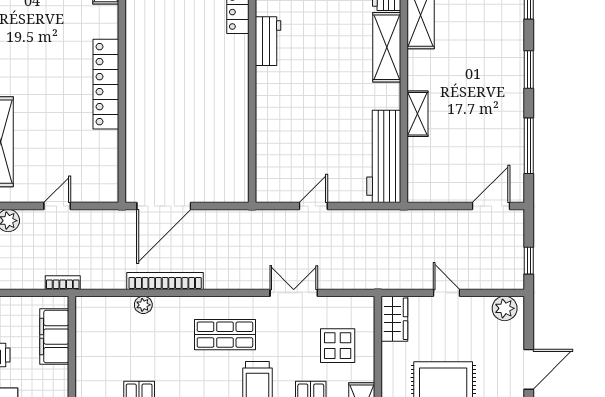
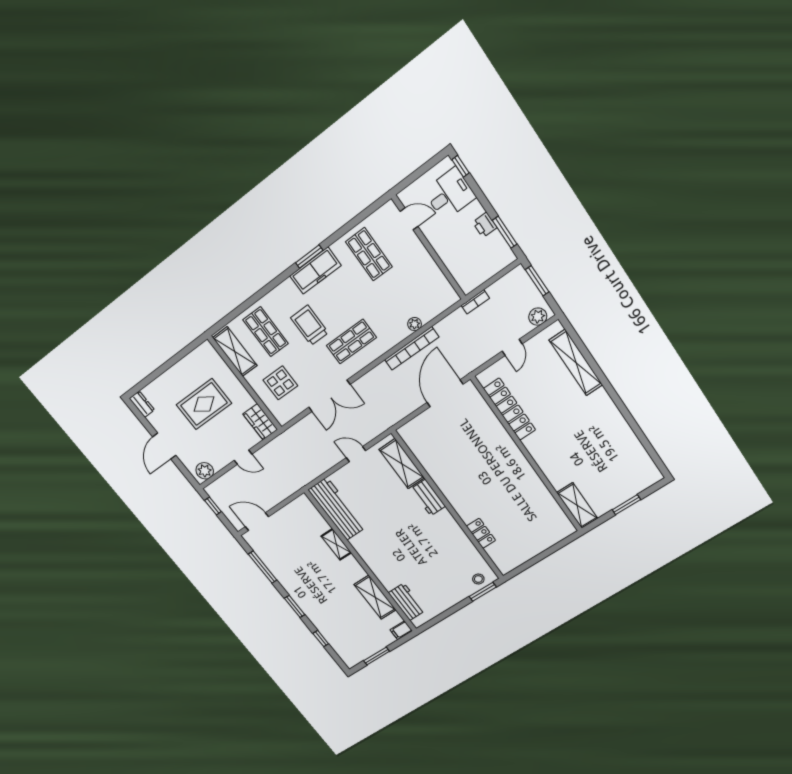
workbench: (268, 41) -> (428, 497), moved
shelving: (387, 47) -> (402, 464), moved
locker: (106, 84) -> (510, 409), moved
door: (313, 206) -> (356, 454), swing flipped
door: (491, 206) -> (257, 522), swing flipped
double door: (294, 293) -> (329, 396), width x1.37
filing cabinet: (54, 337) -> (457, 263), removed

